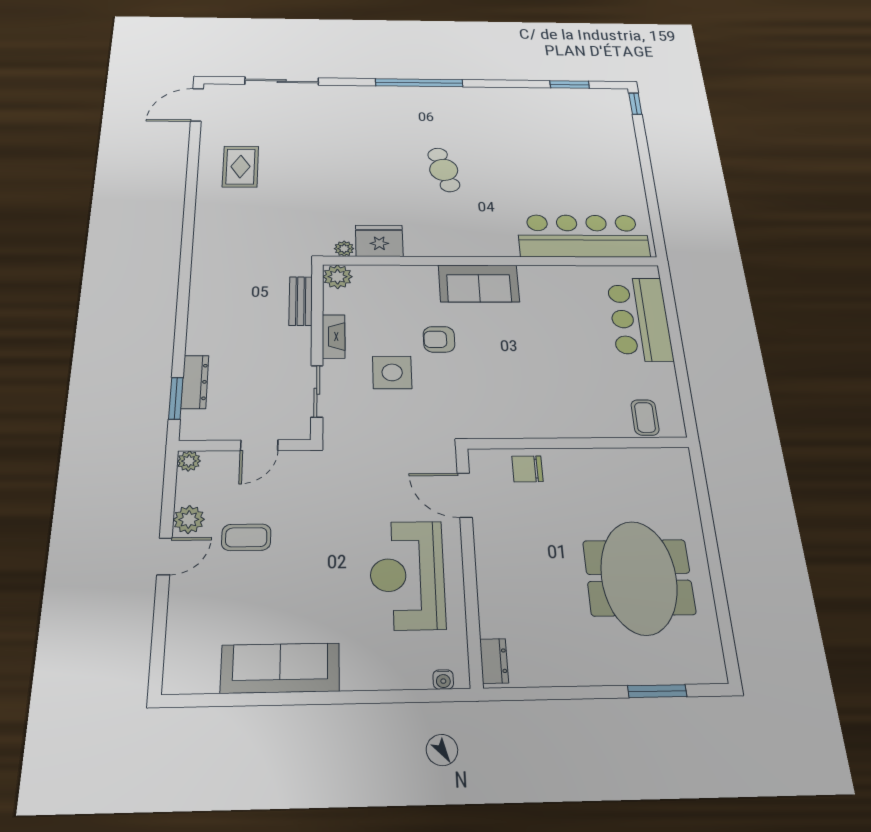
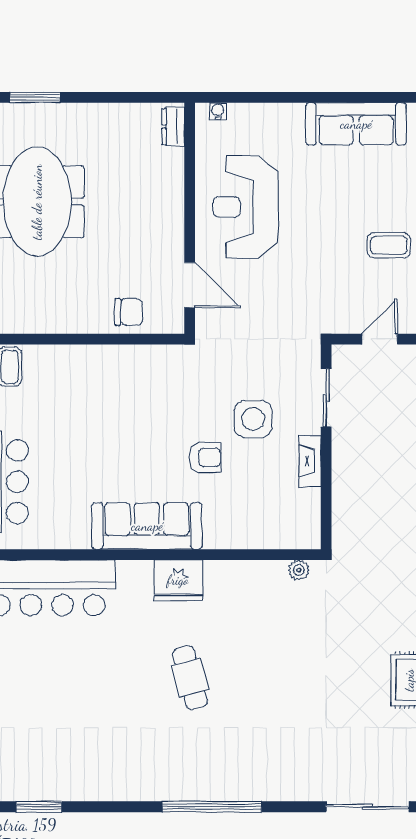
fridge: (379, 241) -> (178, 580), moved
plant: (337, 277) -> (306, 534), removed
sofa: (479, 283) -> (147, 526), width x1.36
bench: (301, 301) -> (343, 504), removed
reception desk: (407, 575) -> (245, 207), turned 180

